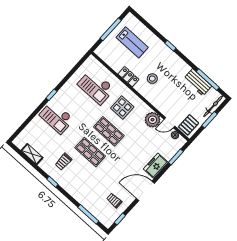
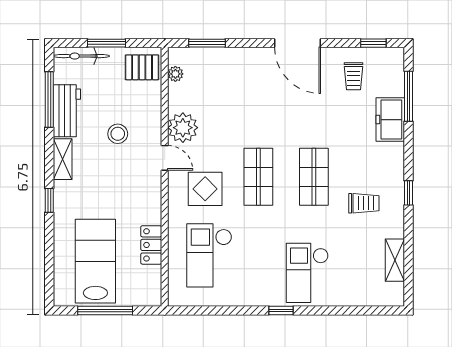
lab bench: (132, 42) -> (95, 261), width x1.36, depth x1.39
shelving: (181, 64) -> (63, 159), added
locker: (128, 77) -> (151, 245), moved
stool: (152, 79) -> (118, 134), moved
checkout: (96, 87) -> (209, 255), turned 180
checkout: (57, 117) -> (307, 273), turned 180
door: (169, 123) -> (165, 158), moved
freezer: (156, 166) -> (390, 120), moved, turned 90

